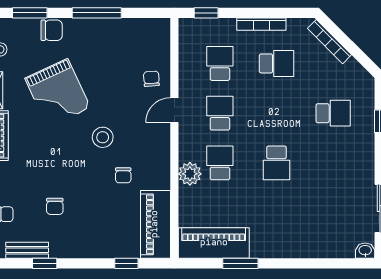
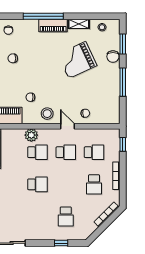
stool: (103, 137) -> (47, 114), moved
school desk: (277, 163) -> (37, 184), turned 180

